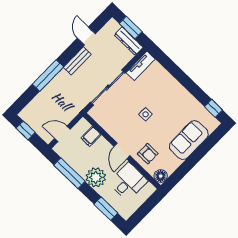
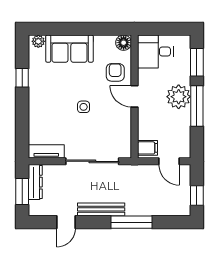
bench: (77, 61) -> (101, 209), width x1.36
window: (213, 108) -> (22, 78), moved
plant: (212, 126) -> (38, 41), added
filing cabinet: (91, 136) -> (147, 148), moved
door: (122, 151) -> (134, 96), swing flipped
window: (69, 173) -> (197, 106), moved
desk: (128, 182) -> (155, 52), moved

